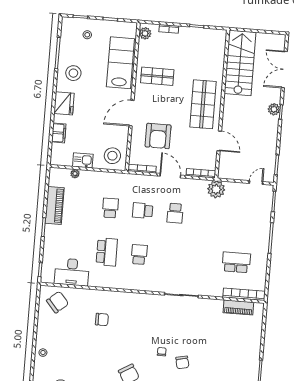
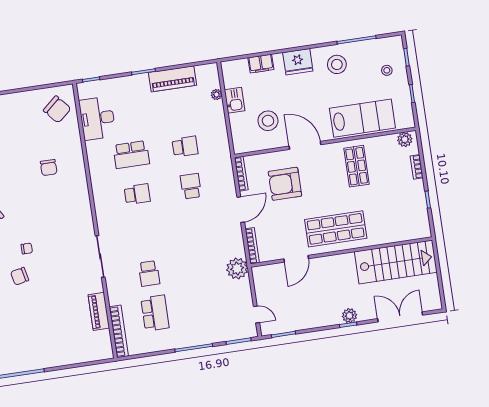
stool: (112, 156) -> (268, 121), moved
school desk: (175, 213) -> (149, 273), moved, turned -90
piano: (238, 307) -> (99, 311), moved

